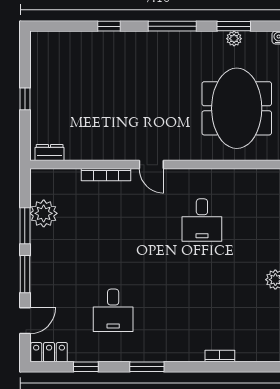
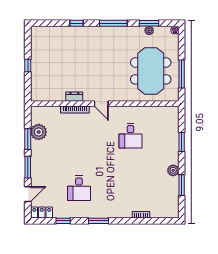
dresser: (50, 153) -> (74, 97), moved

